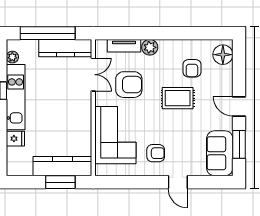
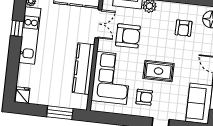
rug: (178, 98) -> (159, 71), moved
fridge: (15, 139) -> (22, 95), moved, turned -90
kitchen counter: (62, 166) -> (83, 69), moved, turned -90

